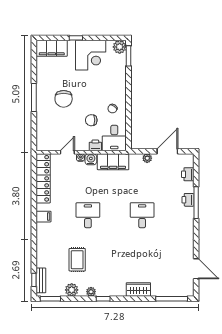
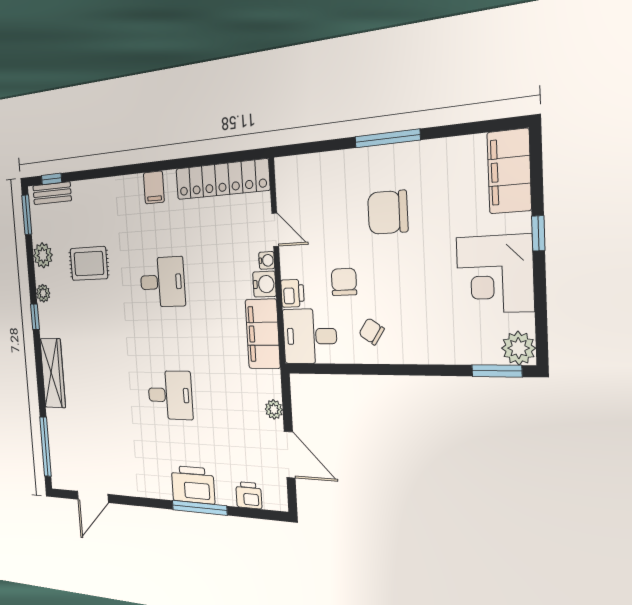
printer: (188, 200) -> (193, 485), width x1.87, depth x1.48
wardrobe: (138, 289) -> (53, 373), width x1.50

